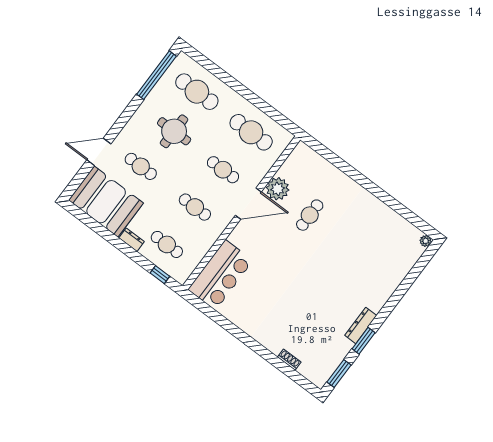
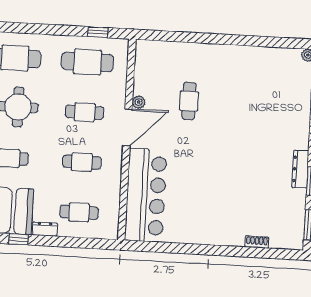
window: (275, 115) -> (98, 32), added
plant: (278, 189) -> (139, 102), width x0.53, depth x0.53
window: (160, 275) -> (18, 239), moved
bar counter: (220, 275) -> (146, 195), width x1.36

